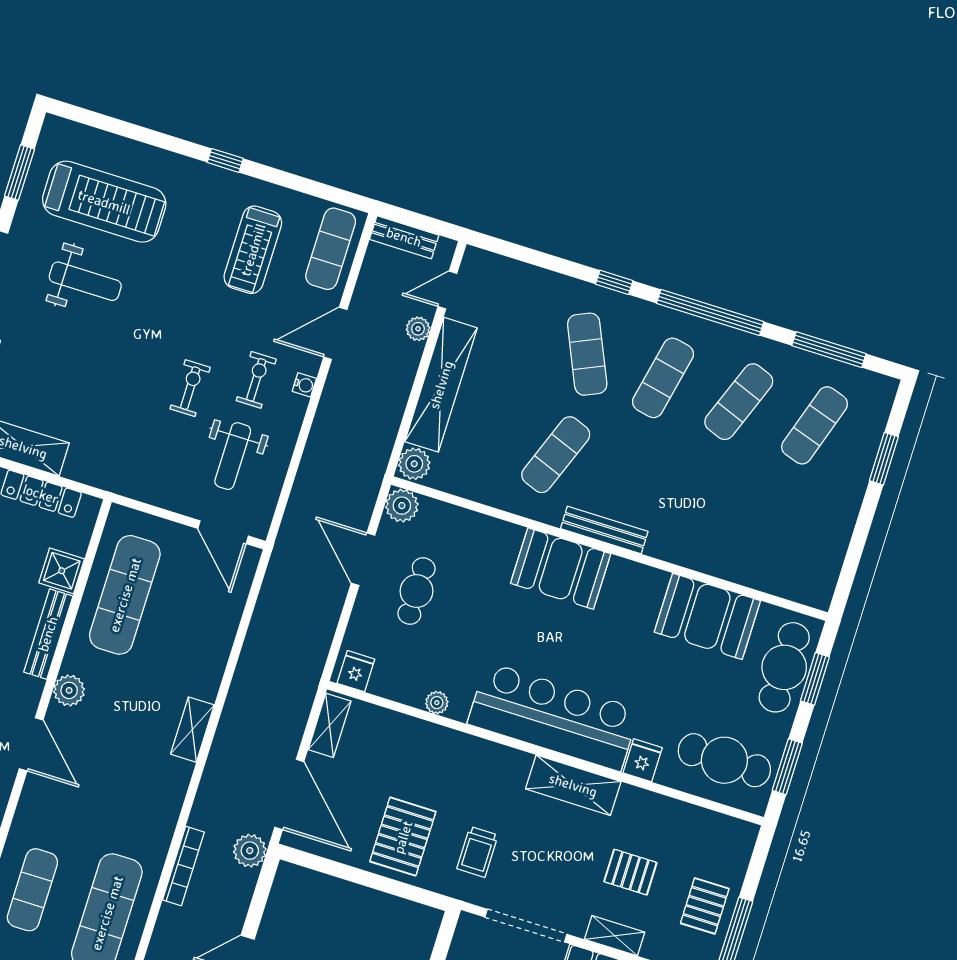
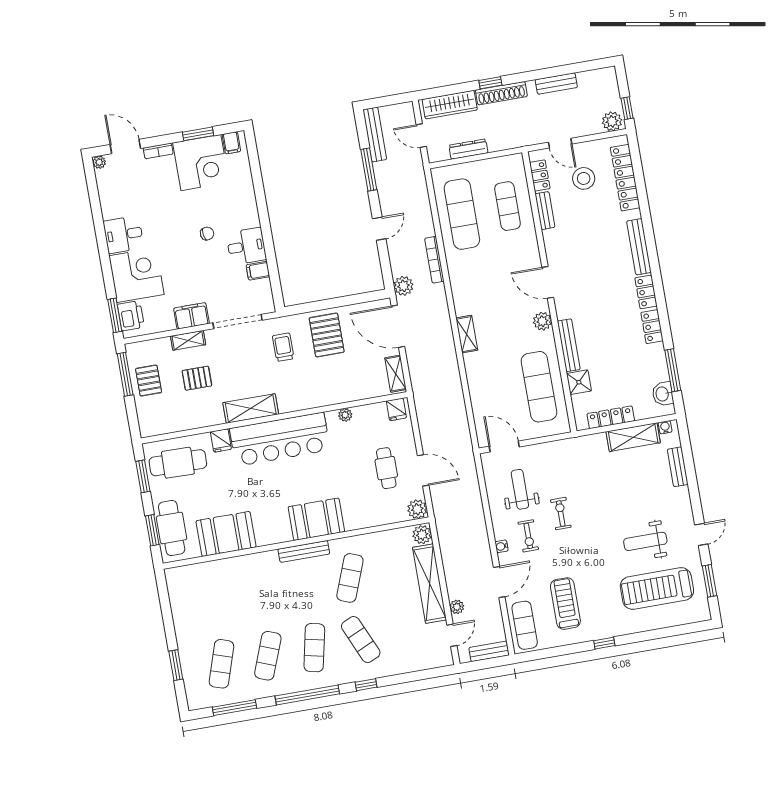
exercise bike: (190, 388) -> (561, 514), turned 180

